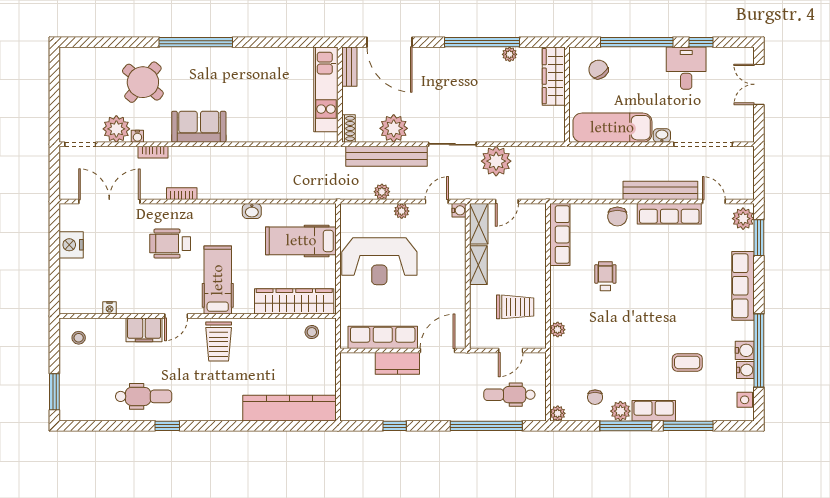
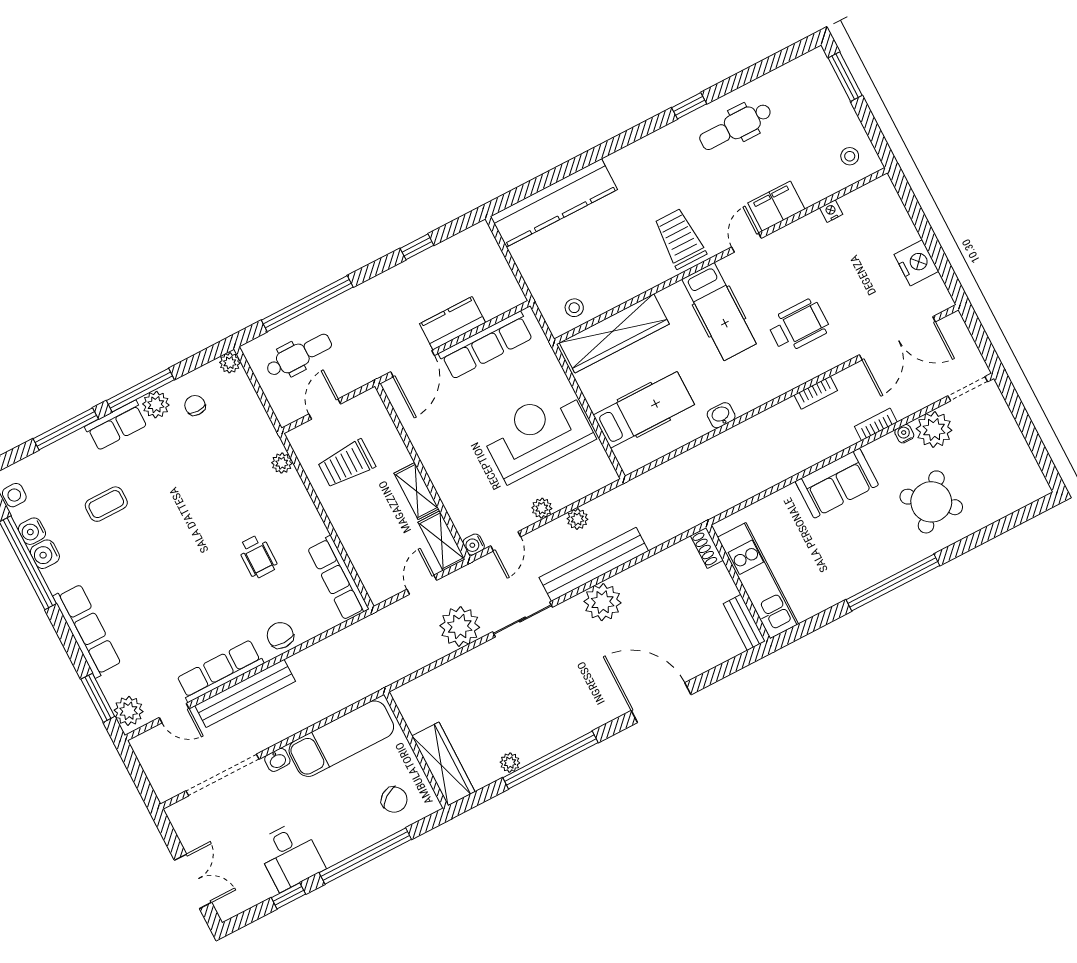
bench: (349, 67) -> (744, 622), moved
kitchen unit: (326, 89) -> (758, 581), moved
wall: (340, 95) -> (738, 583), moved
shoe rack: (348, 129) -> (707, 548), moved

